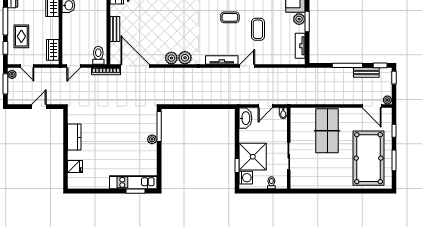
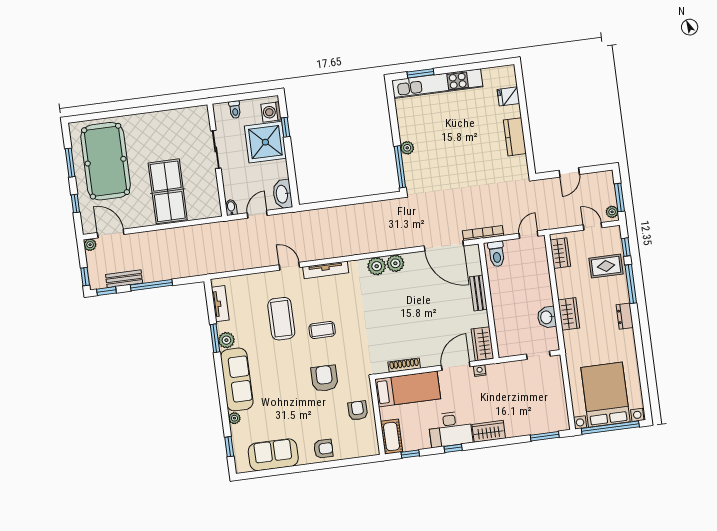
coffee table: (258, 29) -> (281, 319), width x1.36, depth x1.32
rug: (21, 36) -> (606, 266), turned 90
door: (247, 66) -> (289, 266), swing flipped
kitchen unit: (133, 182) -> (437, 84), width x1.36

